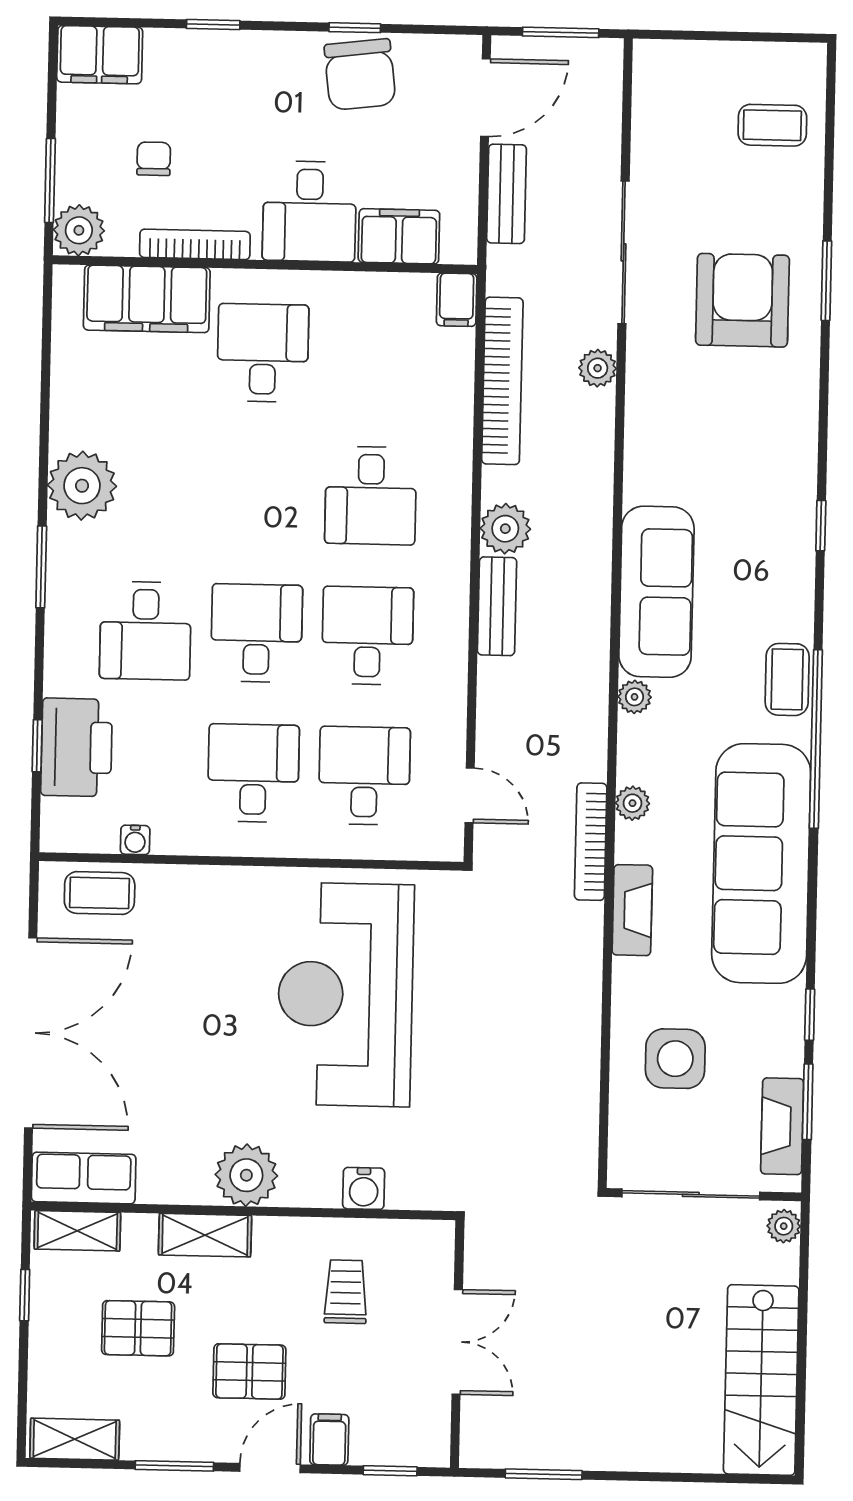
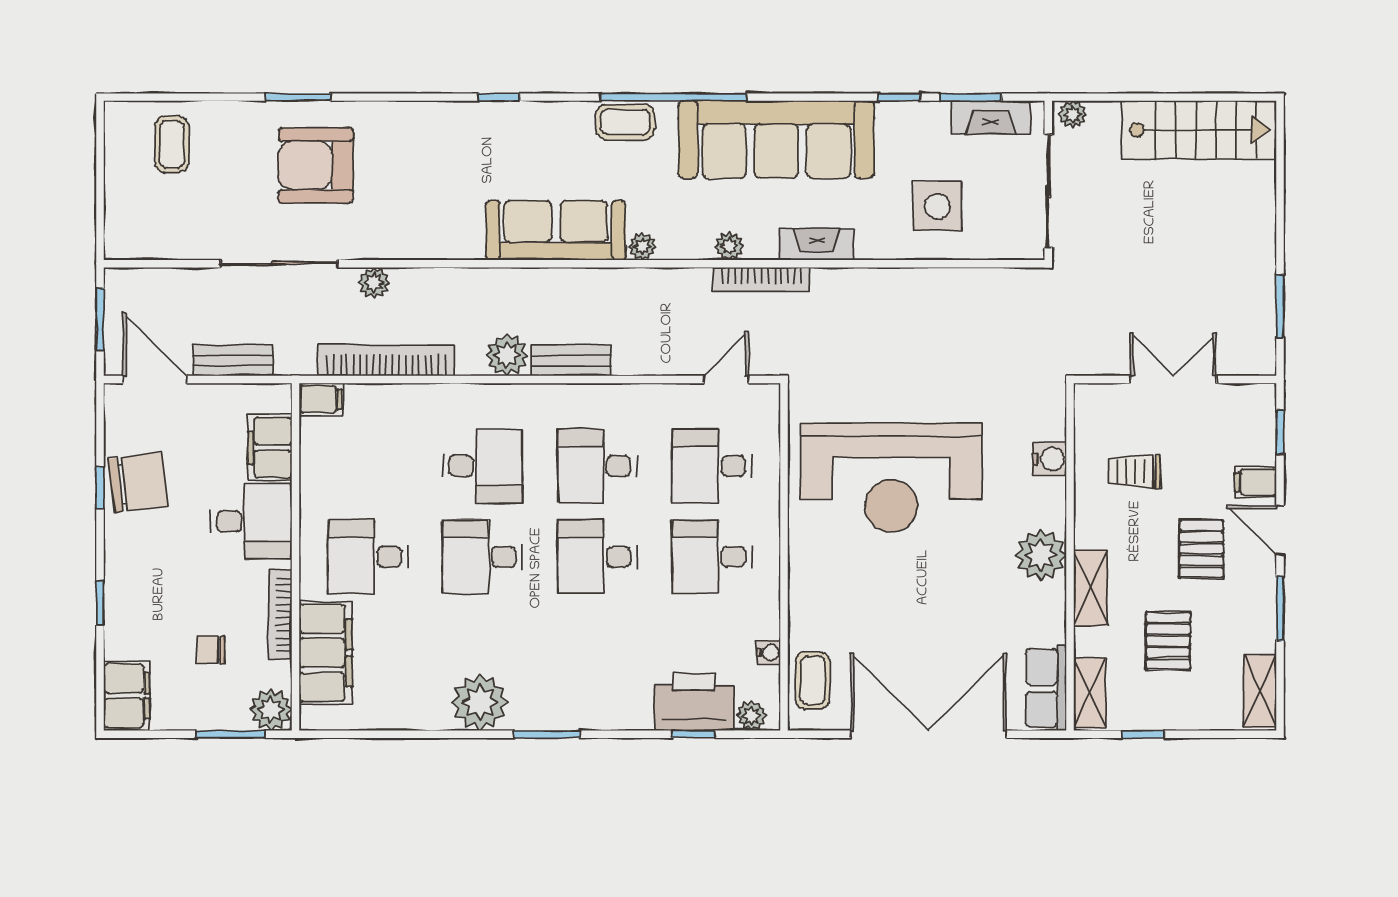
desk: (145, 631) -> (482, 557), moved, turned 180
plant: (58, 817) -> (751, 716), added

